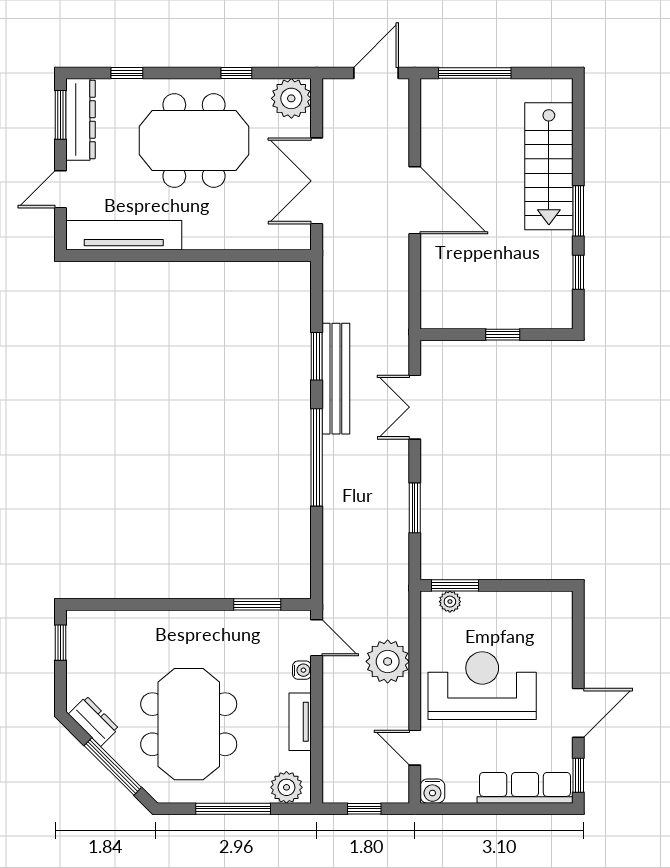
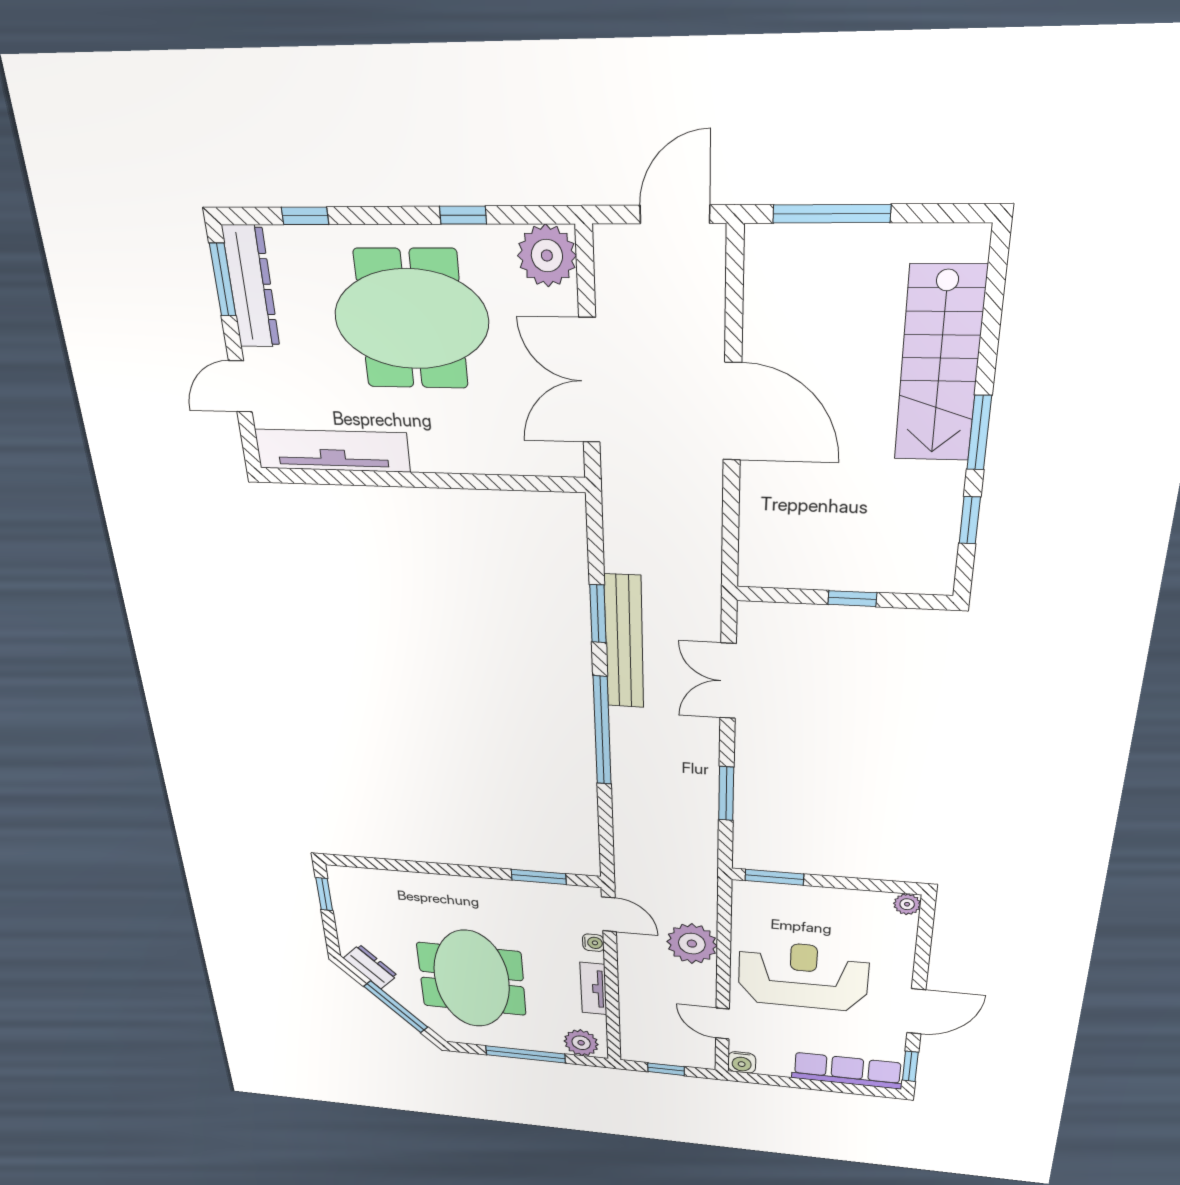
plant: (450, 602) -> (907, 904), moved

